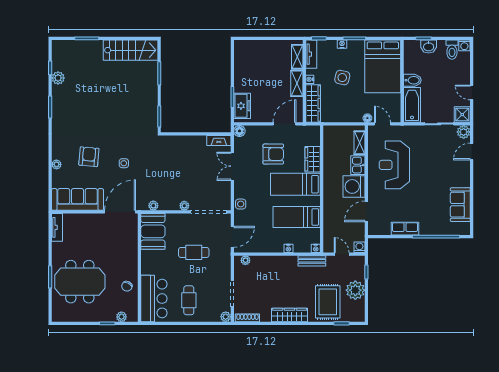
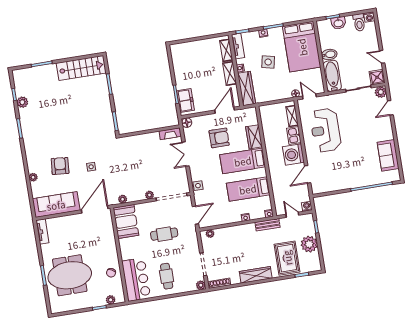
row of seats: (405, 229) -> (344, 184), removed

